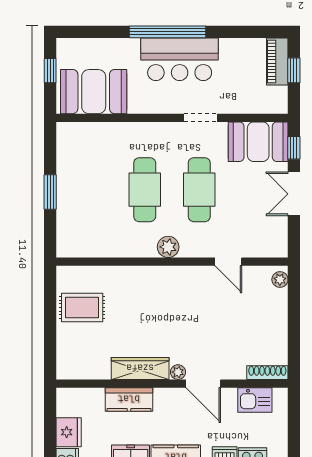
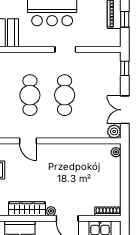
booth: (258, 142) -> (102, 65), removed
double door: (294, 194) -> (125, 110), moved
plant: (168, 247) -> (114, 131), moved
door: (228, 262) -> (28, 141), moved

